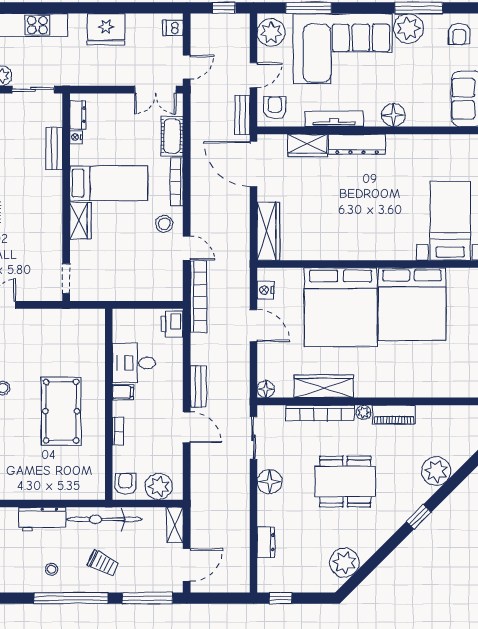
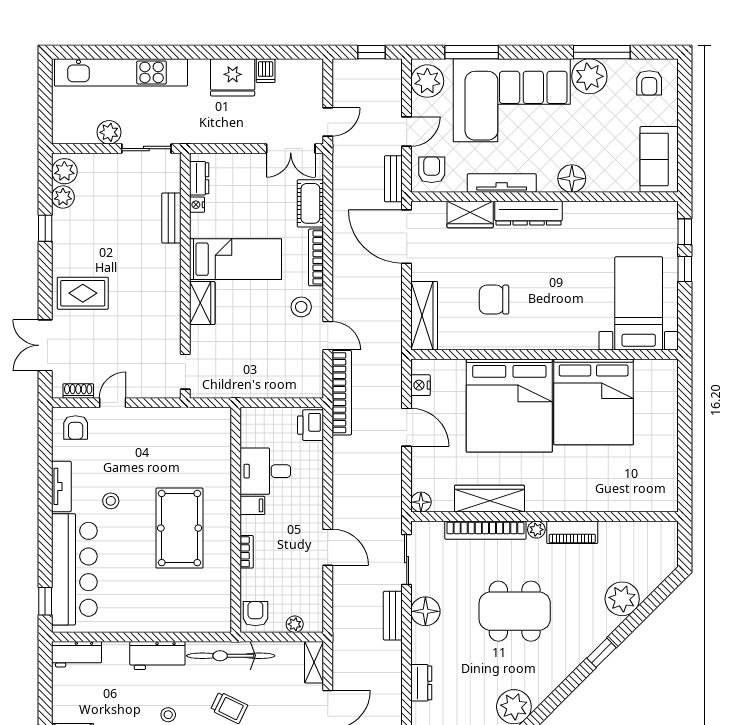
dishwasher: (173, 28) -> (266, 71), moved, turned -90
chair: (328, 218) -> (494, 300), added
bench: (198, 386) -> (393, 616), moved
plant: (159, 486) -> (295, 624), width x0.53, depth x0.53

